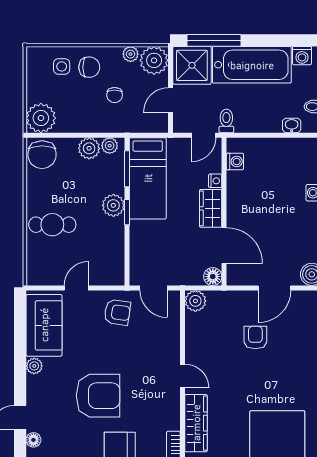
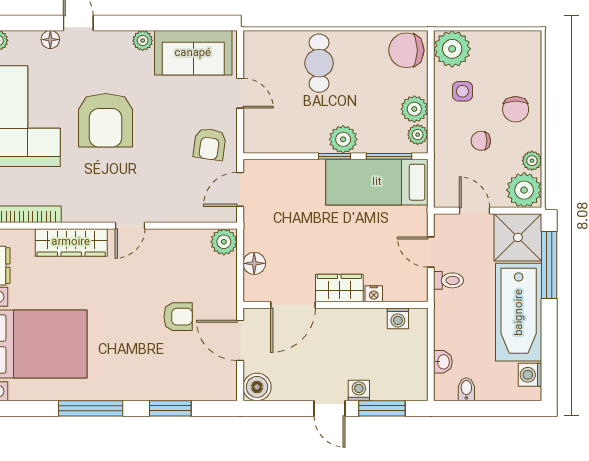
side table: (62, 66) -> (462, 91), moved
washing machine: (235, 161) -> (398, 318), moved
nightstand: (215, 181) -> (374, 294), moved
wardrobe: (211, 208) -> (339, 288), moved
wall: (224, 212) -> (335, 305), moved
door: (224, 246) -> (293, 305), moved

